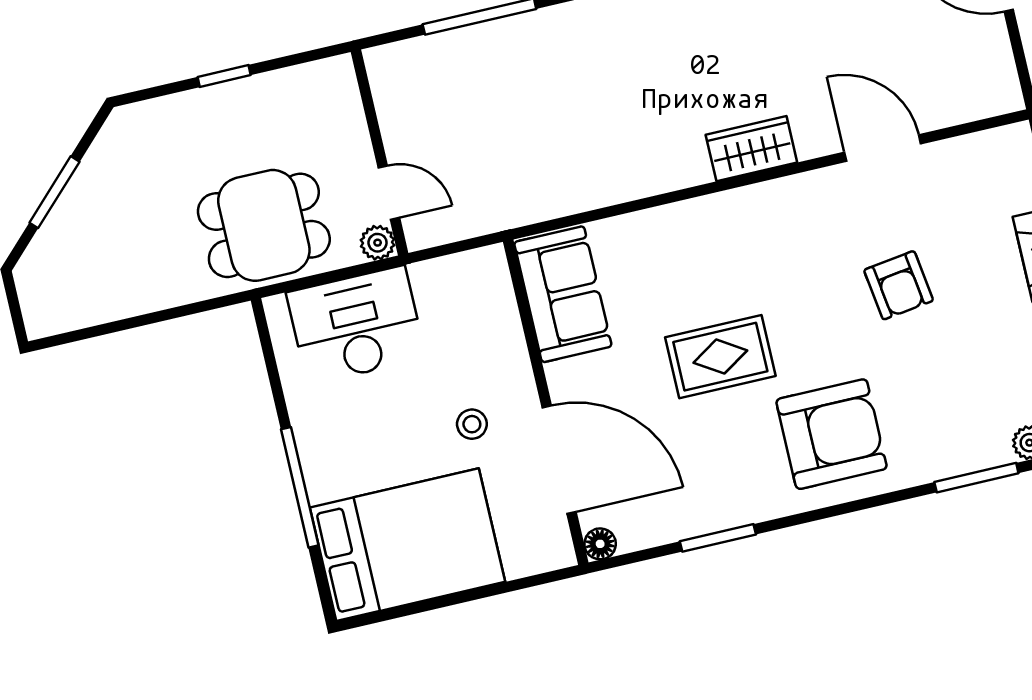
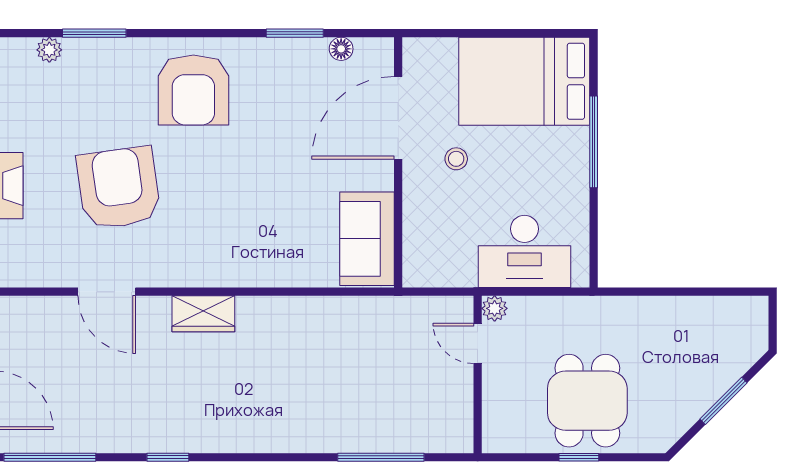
dining table: (264, 225) -> (587, 401), moved, turned 90
armchair: (899, 285) -> (119, 188), width x1.88, depth x1.88
rug: (720, 357) -> (262, 166), removed
armchair: (832, 434) -> (193, 90), turned -90
door: (559, 460) -> (398, 118), hinge flipped
floor lamp: (600, 544) -> (341, 49), moved

